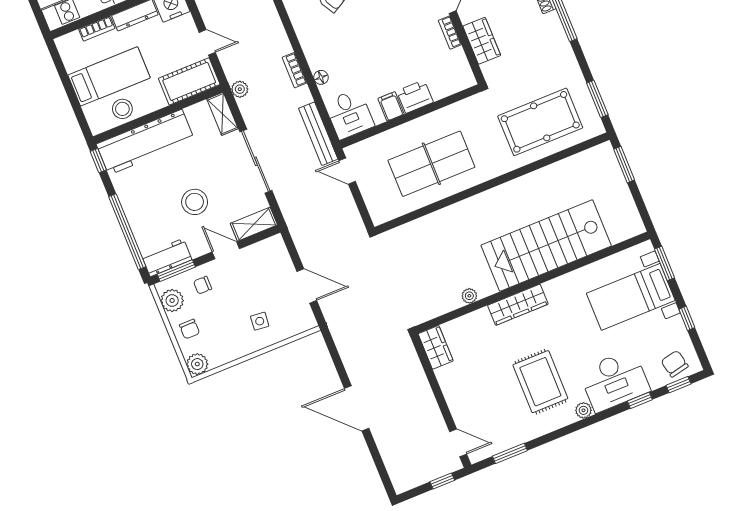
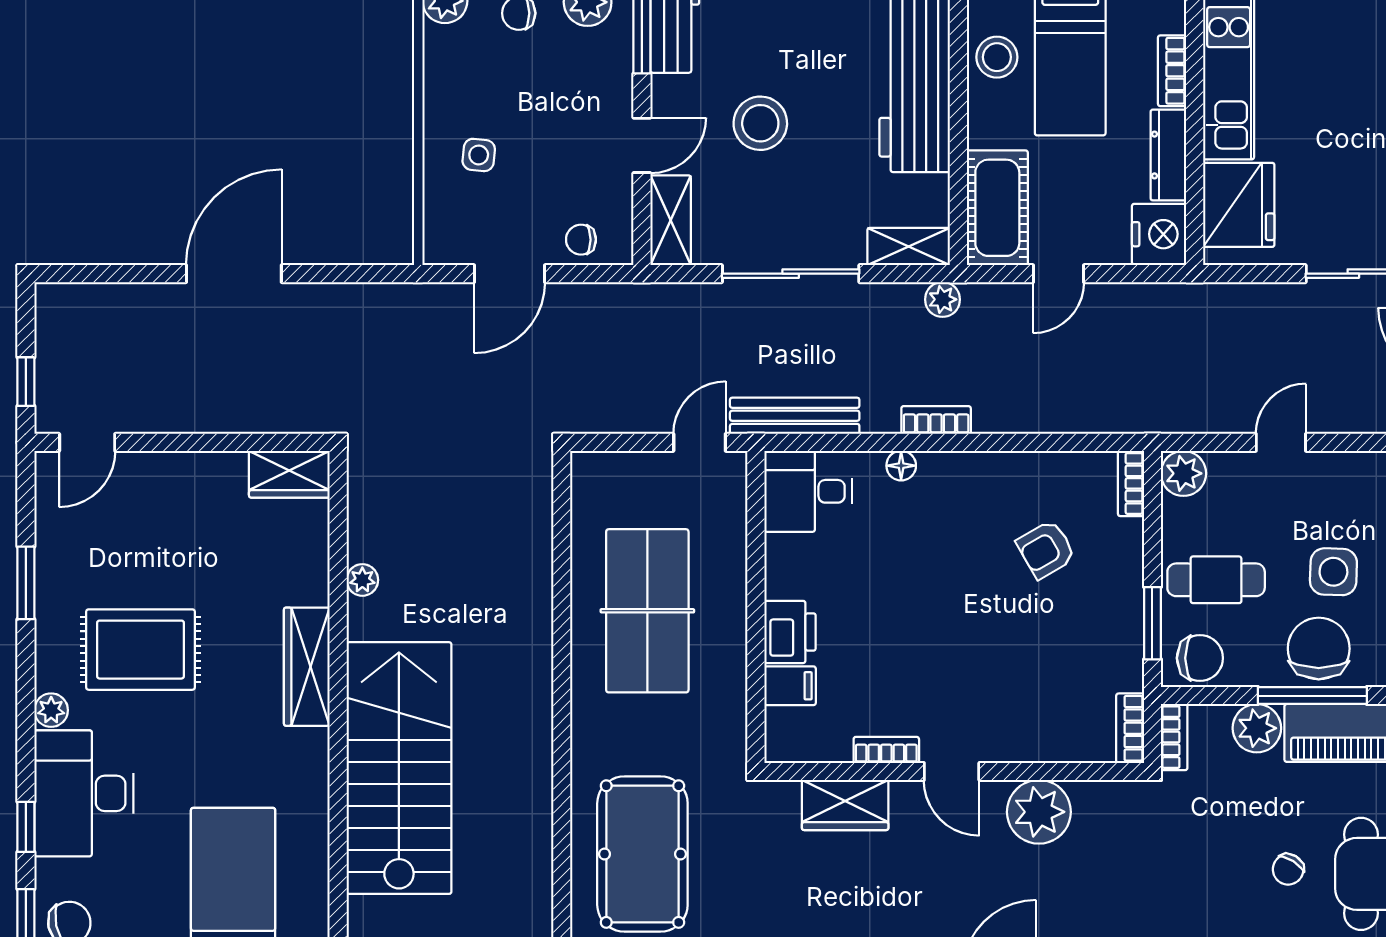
filing cabinet: (391, 106) -> (790, 686), moved
chair: (203, 285) -> (581, 240), moved, turned -90
window: (510, 453) -> (26, 583), moved

